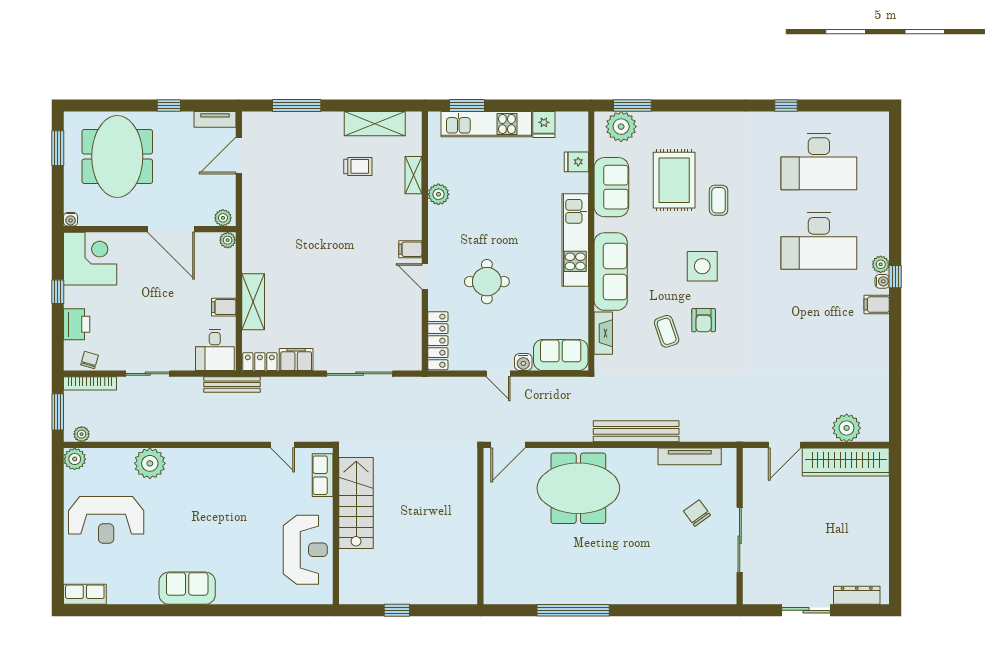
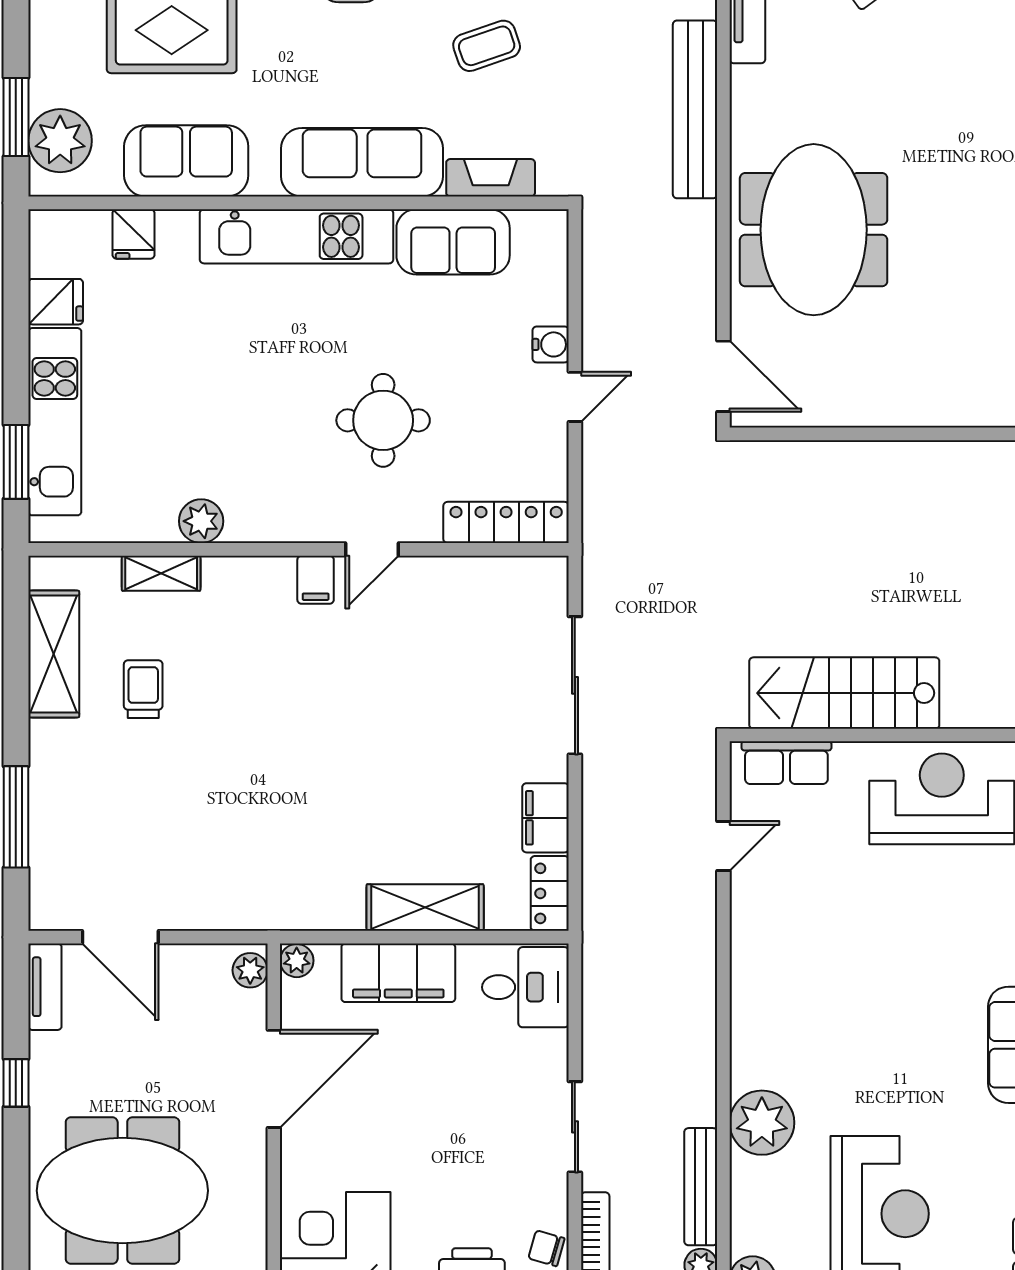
filing cabinet: (224, 307) -> (398, 973), width x3.00, depth x1.17
sofa: (561, 355) -> (453, 242), moved, turned -90
bench: (232, 385) -> (701, 1187), moved

